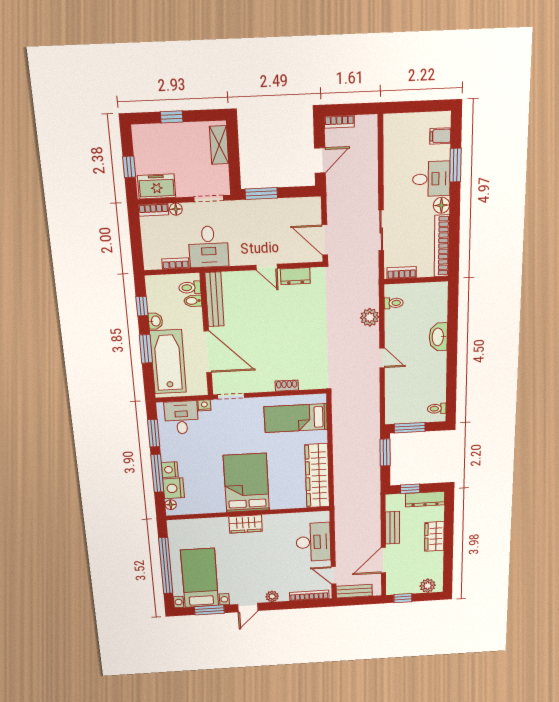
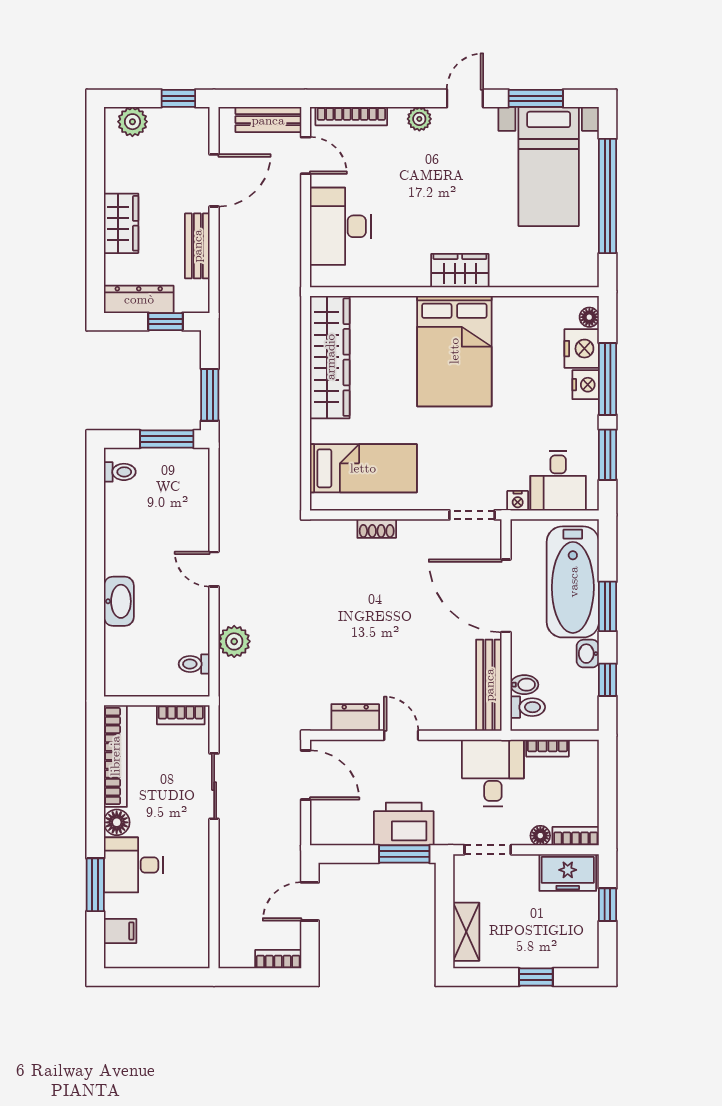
printer: (262, 212) -> (404, 824), added

